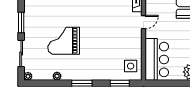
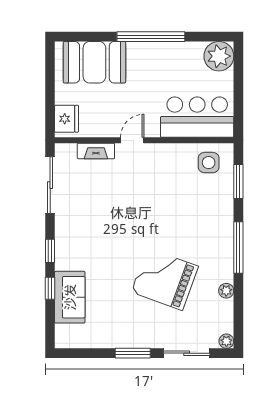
door: (143, 22) -> (132, 140), hinge flipped
grand piano: (64, 41) -> (165, 279), turned 110
window: (82, 83) -> (238, 247), width x1.44

